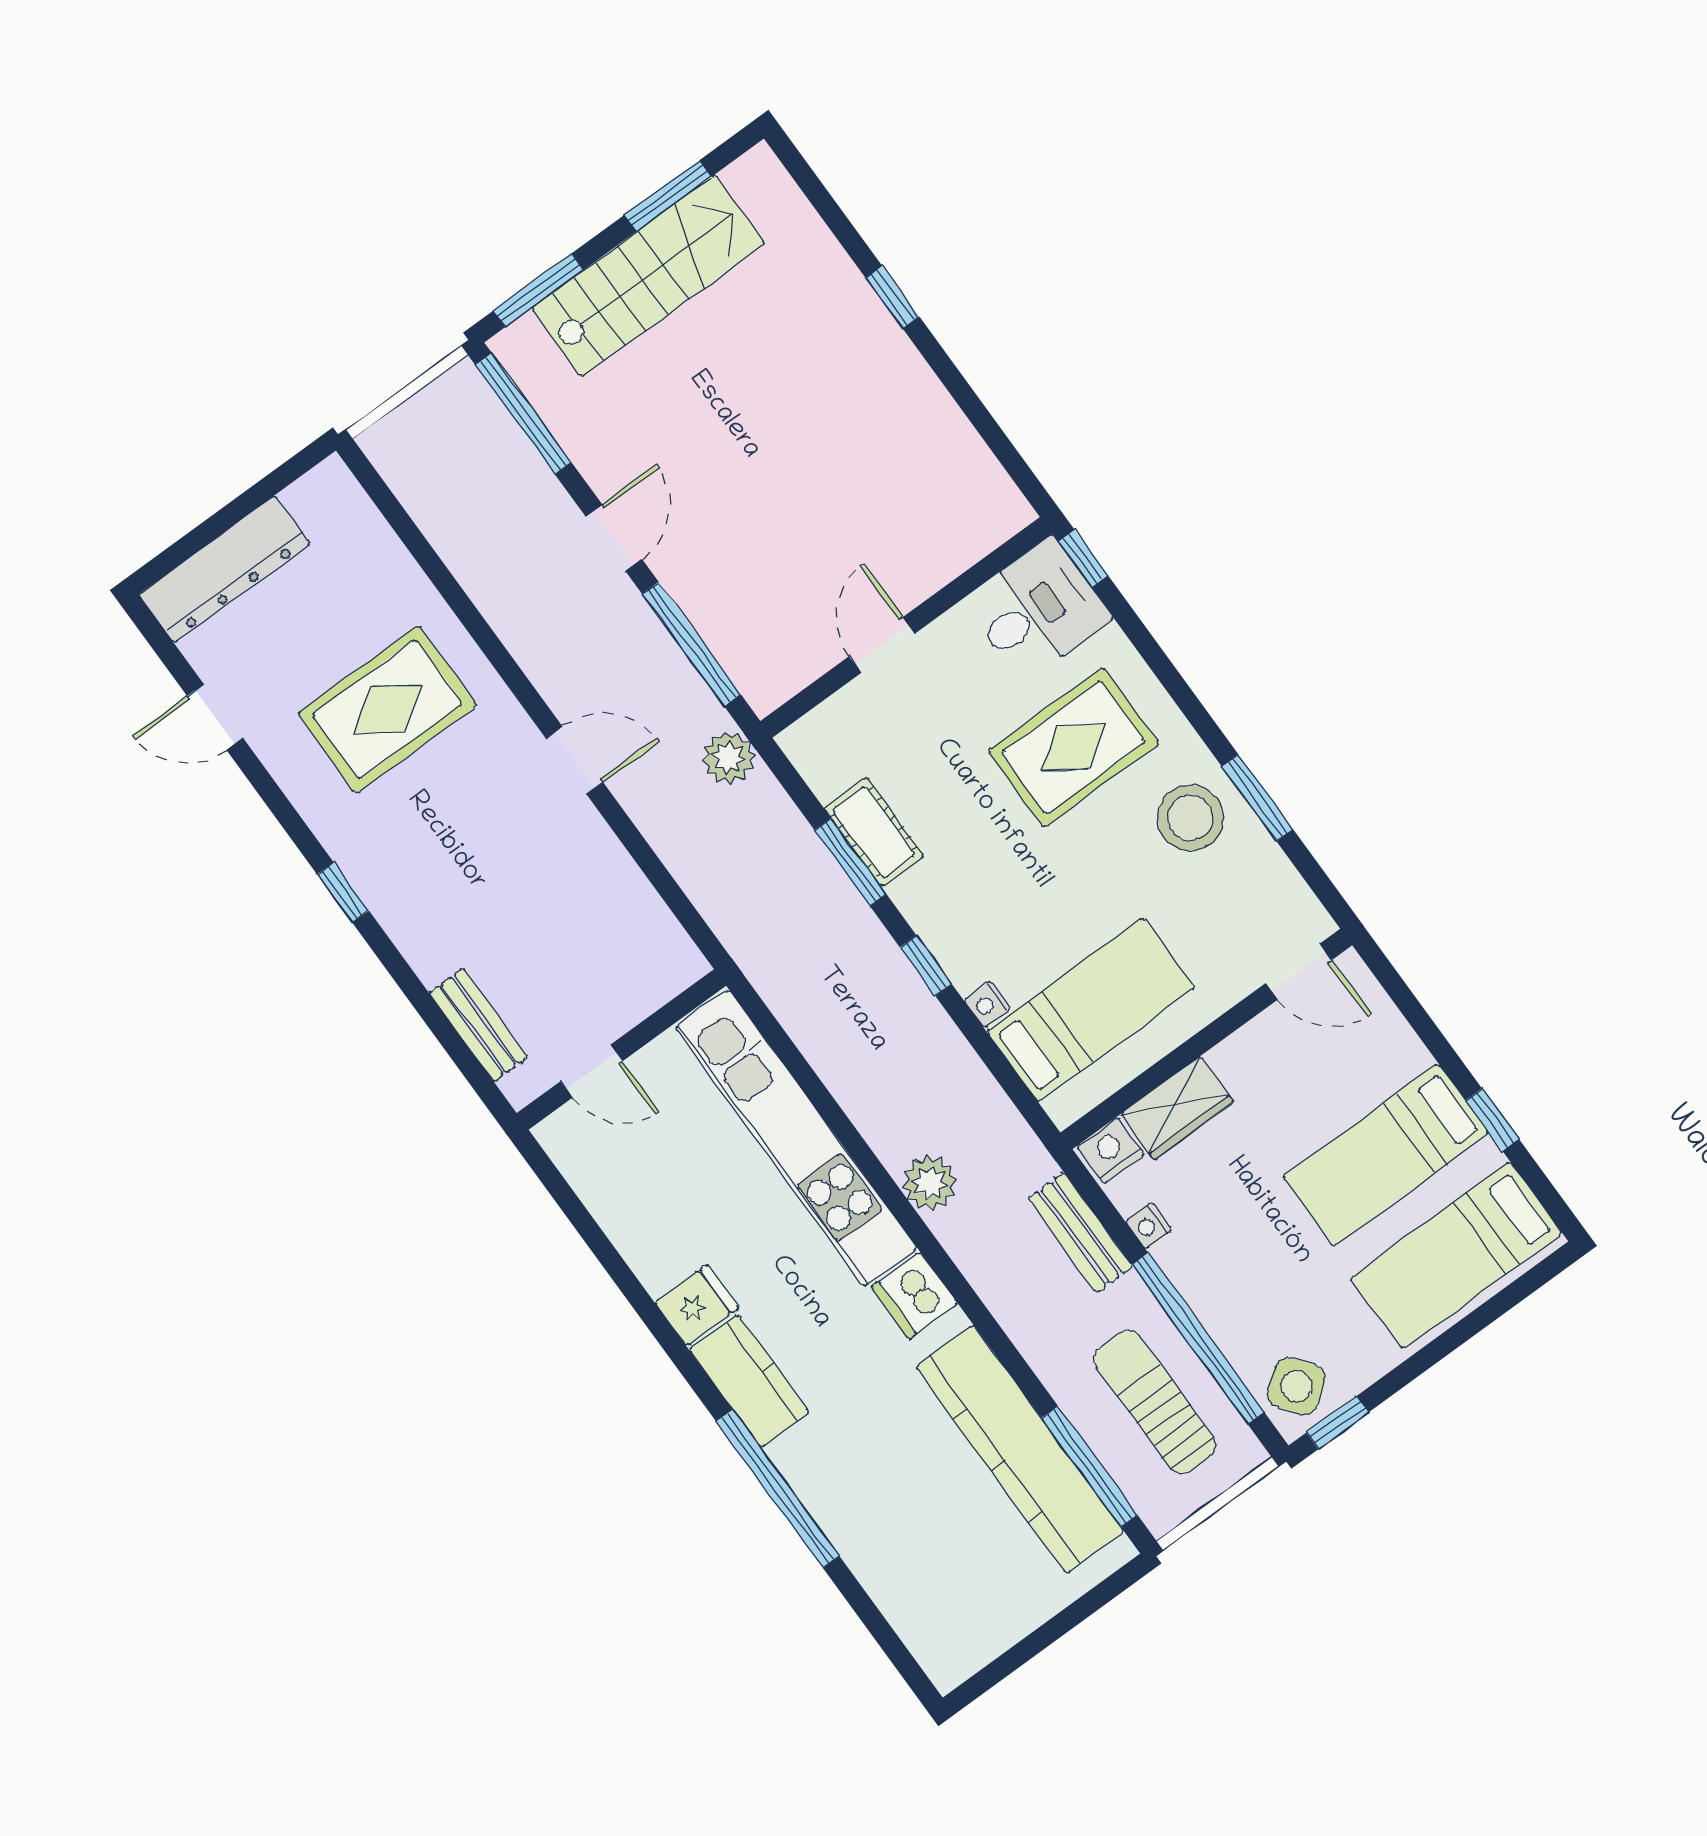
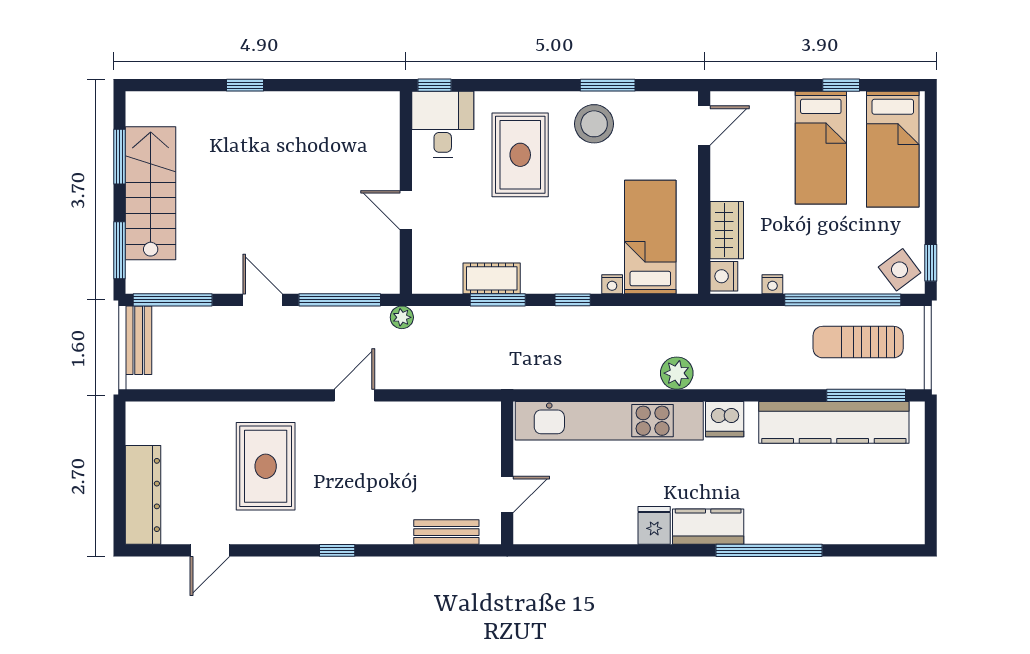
plant: (728, 758) -> (402, 317), width x0.73, depth x0.73
bench: (1080, 1233) -> (139, 340), moved, turned 90

